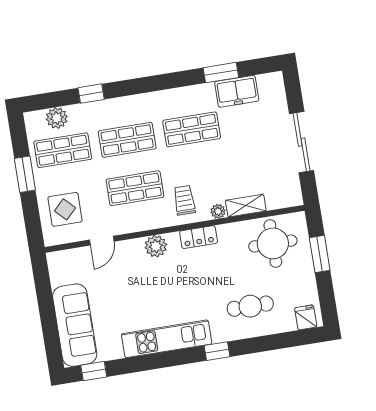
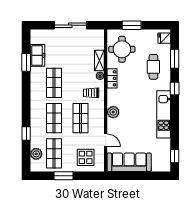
locker: (199, 237) -> (112, 78), moved
sofa: (75, 325) -> (129, 162), moved
window: (271, 342) -> (175, 59), added

